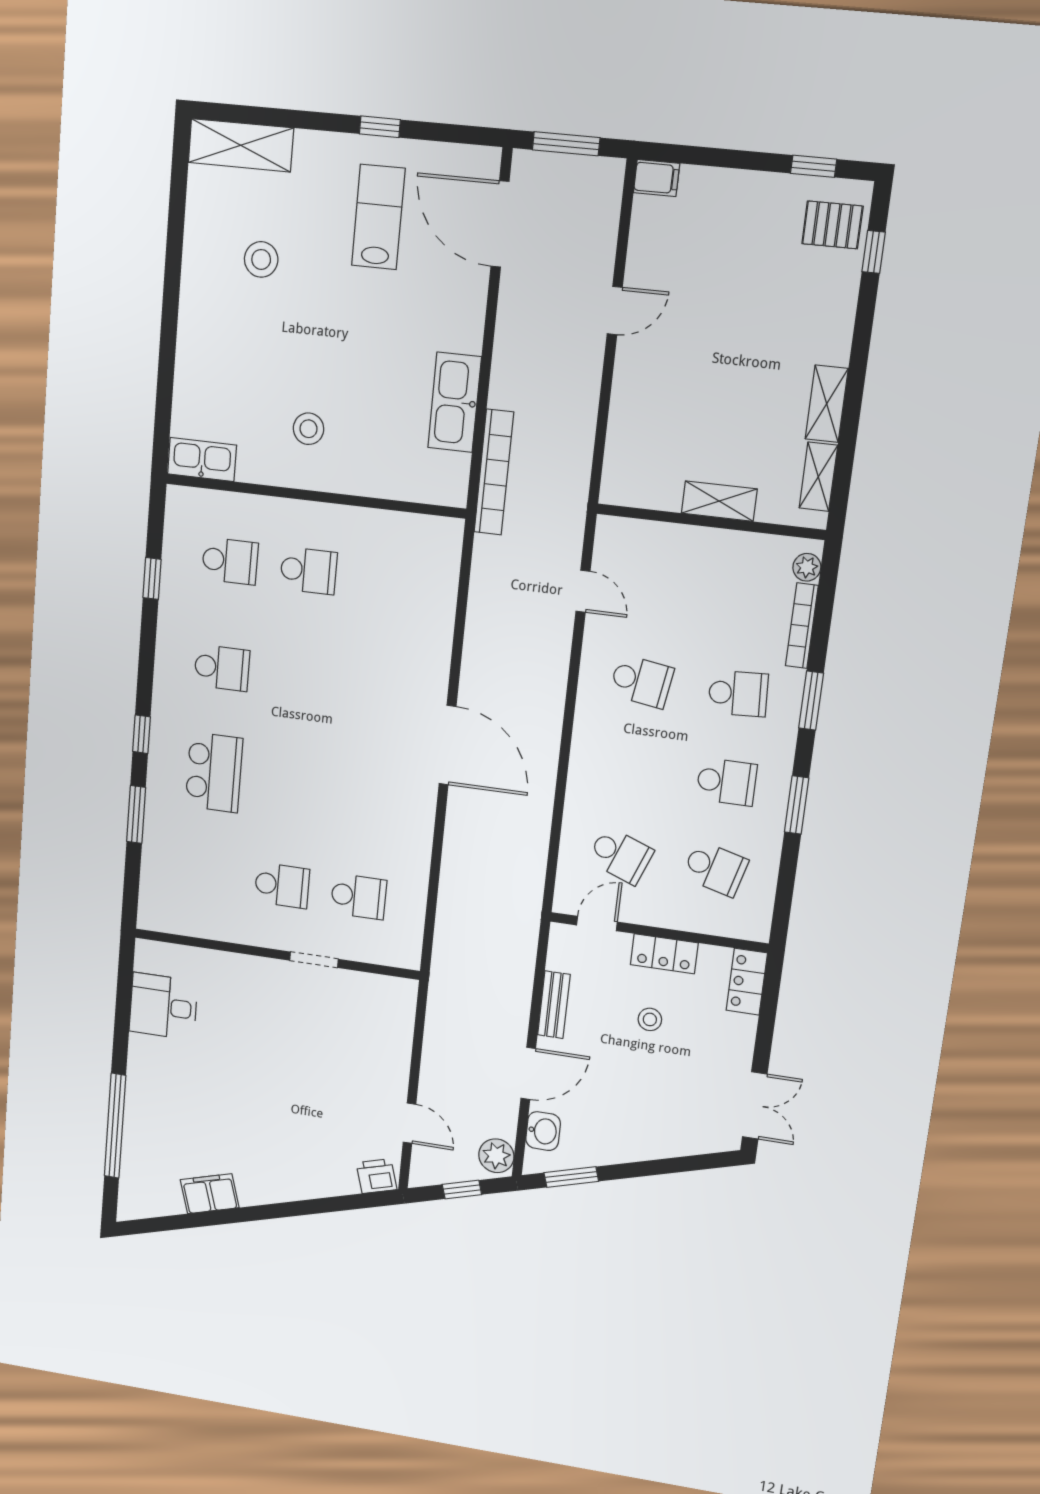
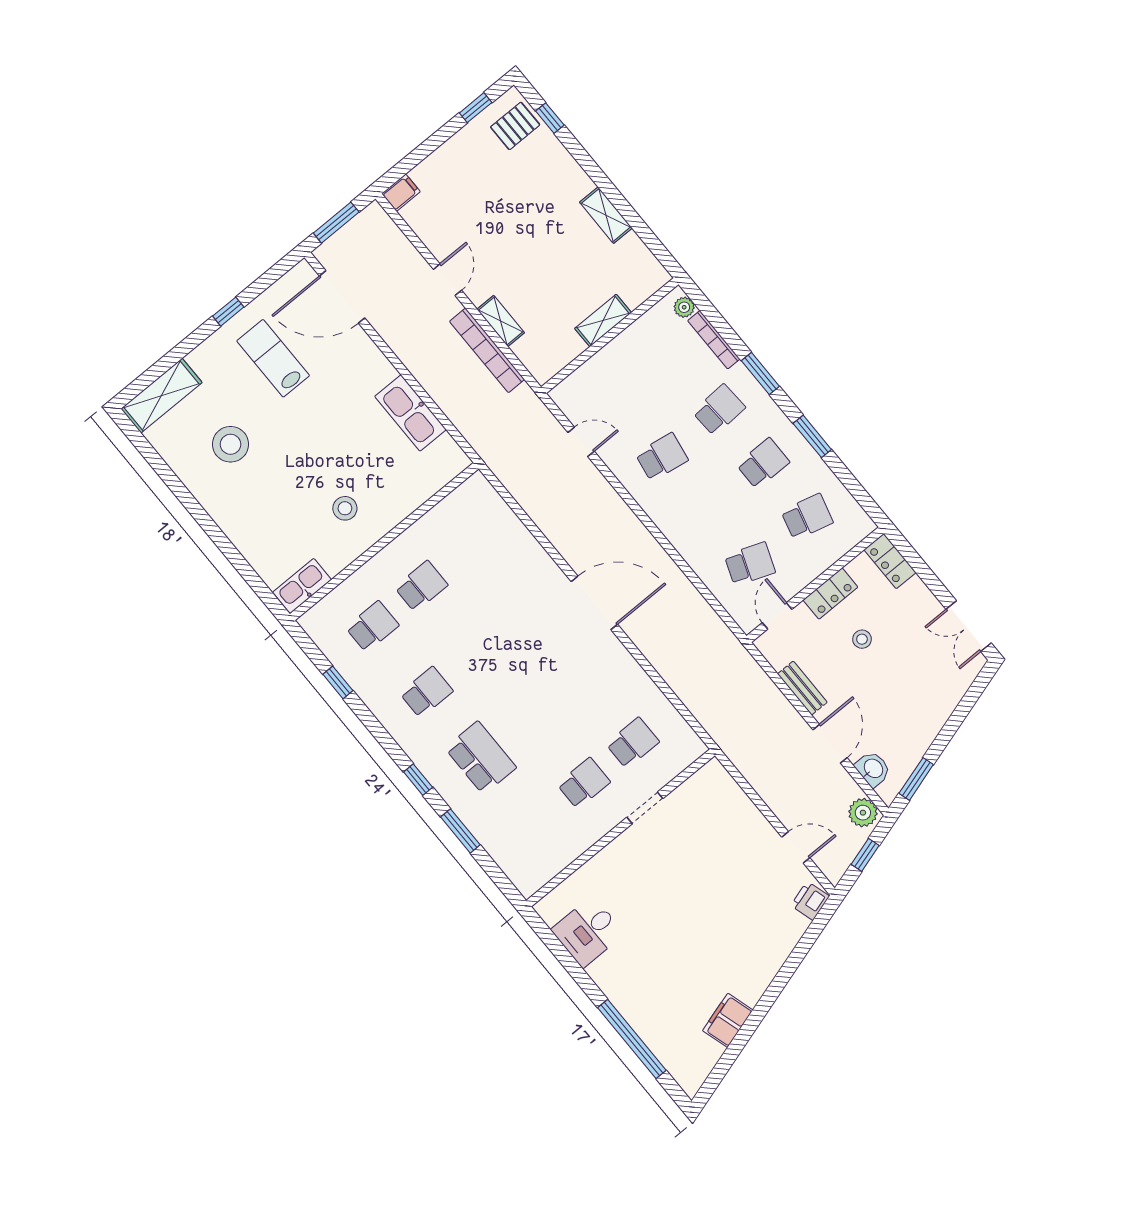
stool: (261, 259) -> (231, 444), width x1.38, depth x1.38
bookcase: (494, 472) -> (487, 350), moved, turned 180
shelving: (818, 477) -> (501, 321), moved
double door: (755, 1105) -> (969, 626), swing flipped

